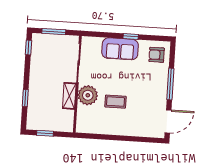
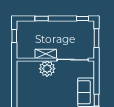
coffee table: (116, 102) -> (43, 91), removed

